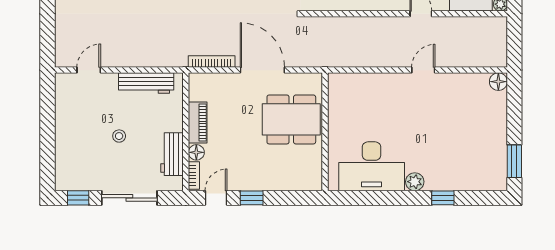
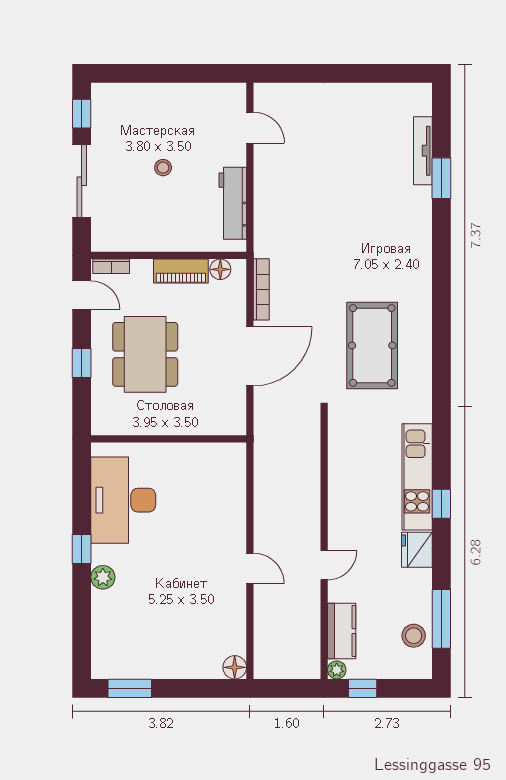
dining table: (291, 119) -> (145, 354), moved
floor lamp: (196, 152) -> (220, 269), moved
workbench: (172, 154) -> (139, 237), removed
plant: (415, 182) -> (103, 577), moved
window: (252, 198) -> (82, 363), moved
window: (443, 198) -> (82, 549), moved

